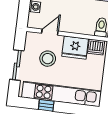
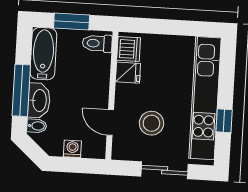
fridge: (75, 48) -> (128, 73), width x0.53, depth x0.75

